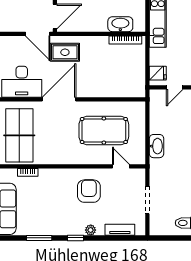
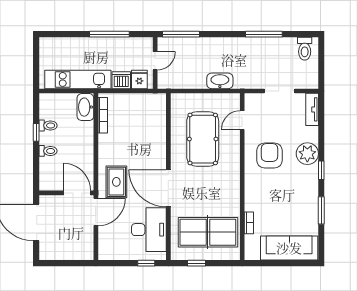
washbasin: (120, 24) -> (85, 107), moved
dishwasher: (157, 57) -> (121, 80), added
door: (175, 87) -> (155, 61), hinge flipped
armchair: (89, 191) -> (269, 155), turned 90
plant: (91, 230) -> (307, 154), width x1.87, depth x1.87
tv unit: (120, 230) -> (312, 109), moved

